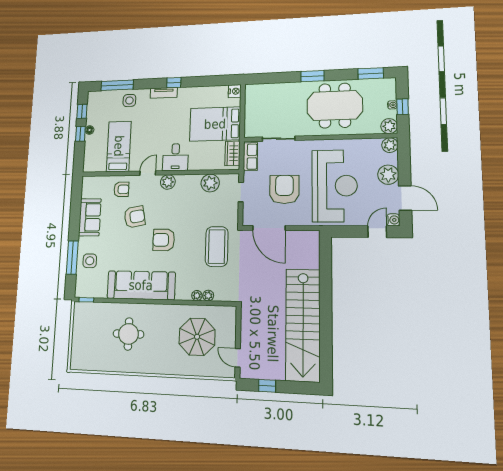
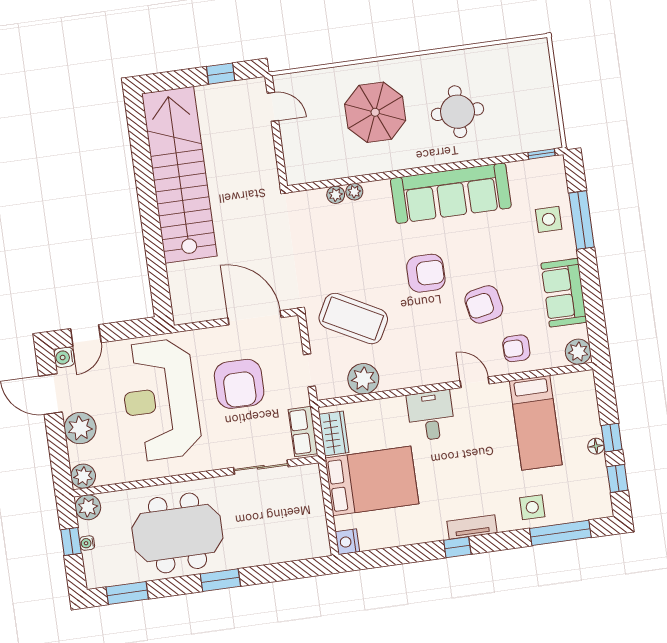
door: (148, 173) -> (475, 382), swing flipped
plant: (168, 182) -> (578, 352), moved
coffee table: (217, 247) -> (353, 319), moved, turned -62
parasol: (197, 337) -> (375, 112), moved

